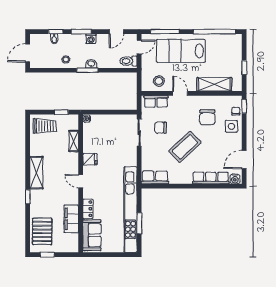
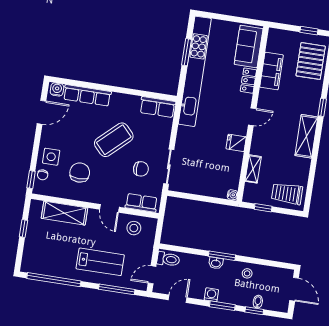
lab bench: (181, 51) -> (100, 262), width x0.73, depth x0.72
door: (28, 53) -> (294, 289), hinge flipped
door: (81, 181) -> (252, 117), hinge flipped

